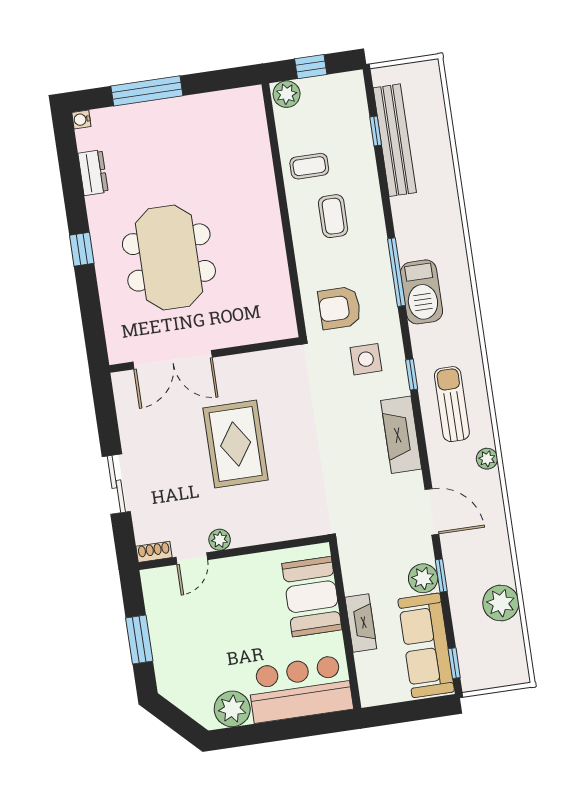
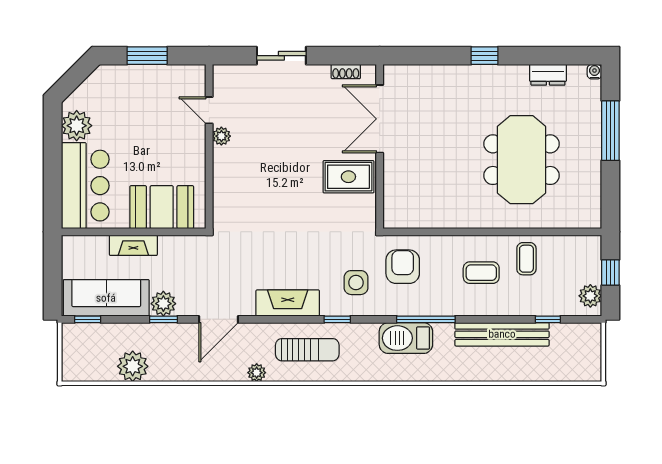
plant: (287, 94) -> (590, 296), moved
bench: (395, 140) -> (502, 334), moved
meeting table: (169, 257) -> (521, 160), moved, turned 90
rug: (236, 444) -> (348, 177), moved, width x0.73, depth x0.70
shoe rack: (154, 552) -> (346, 72), moved, turned 90

